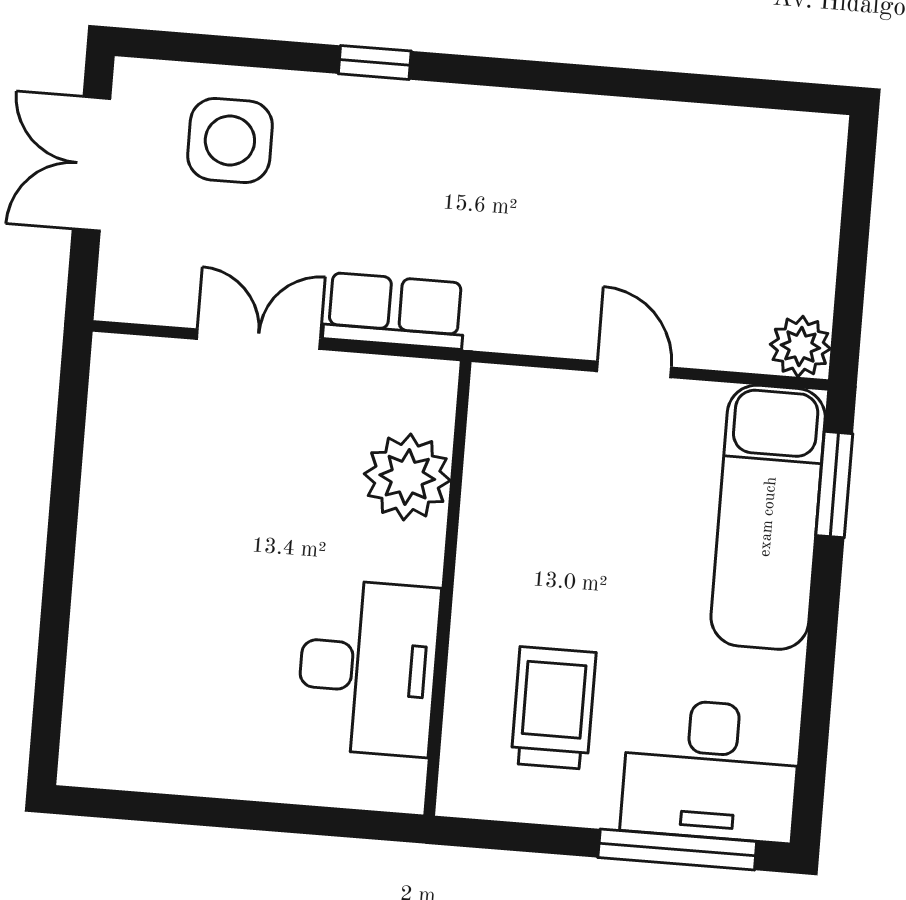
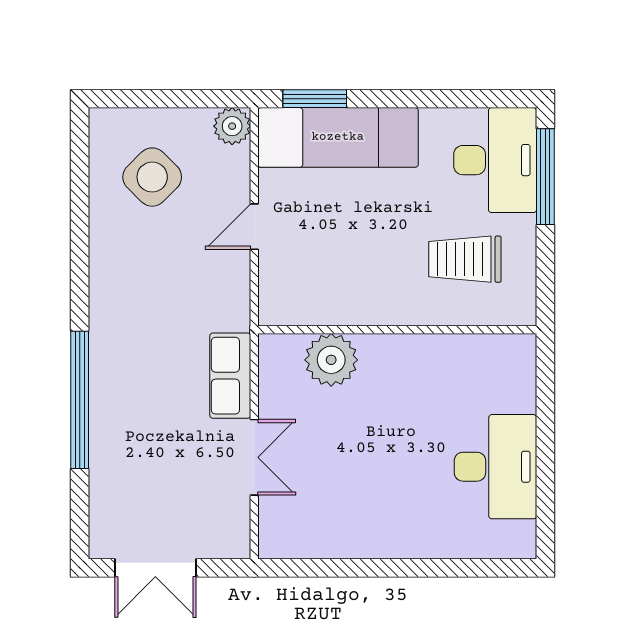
window: (375, 62) -> (80, 400), width x3.17
side table: (230, 140) -> (152, 177), moved, turned 45
double door: (259, 339) -> (254, 457), swing flipped
desk: (368, 668) -> (495, 467), moved, turned 90

